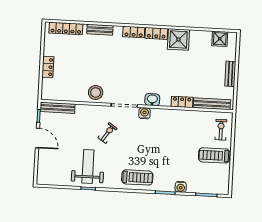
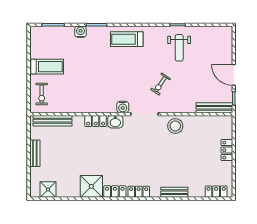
locker: (66, 28) -> (216, 192), width x0.66
locker: (182, 102) -> (96, 121), moved
weight bench: (88, 167) -> (179, 48), width x0.73, depth x0.75

